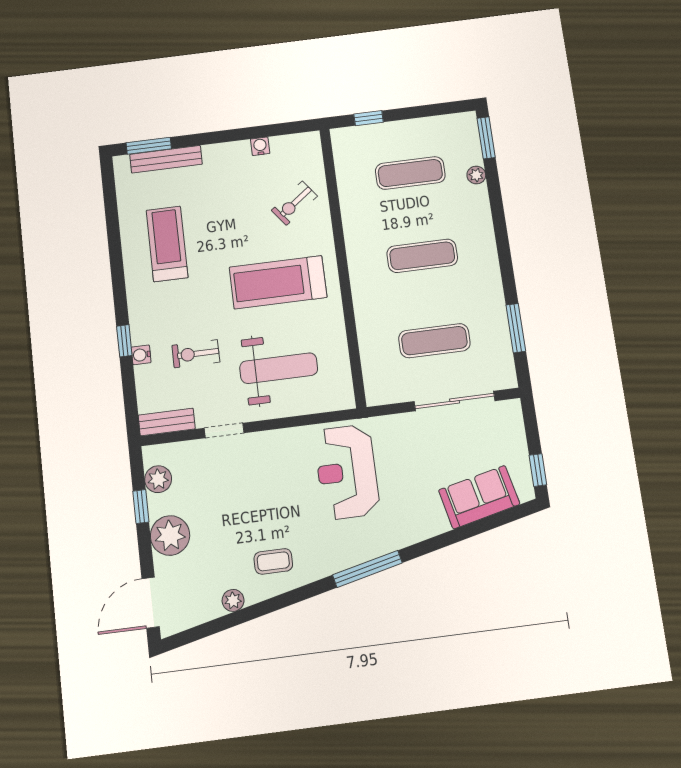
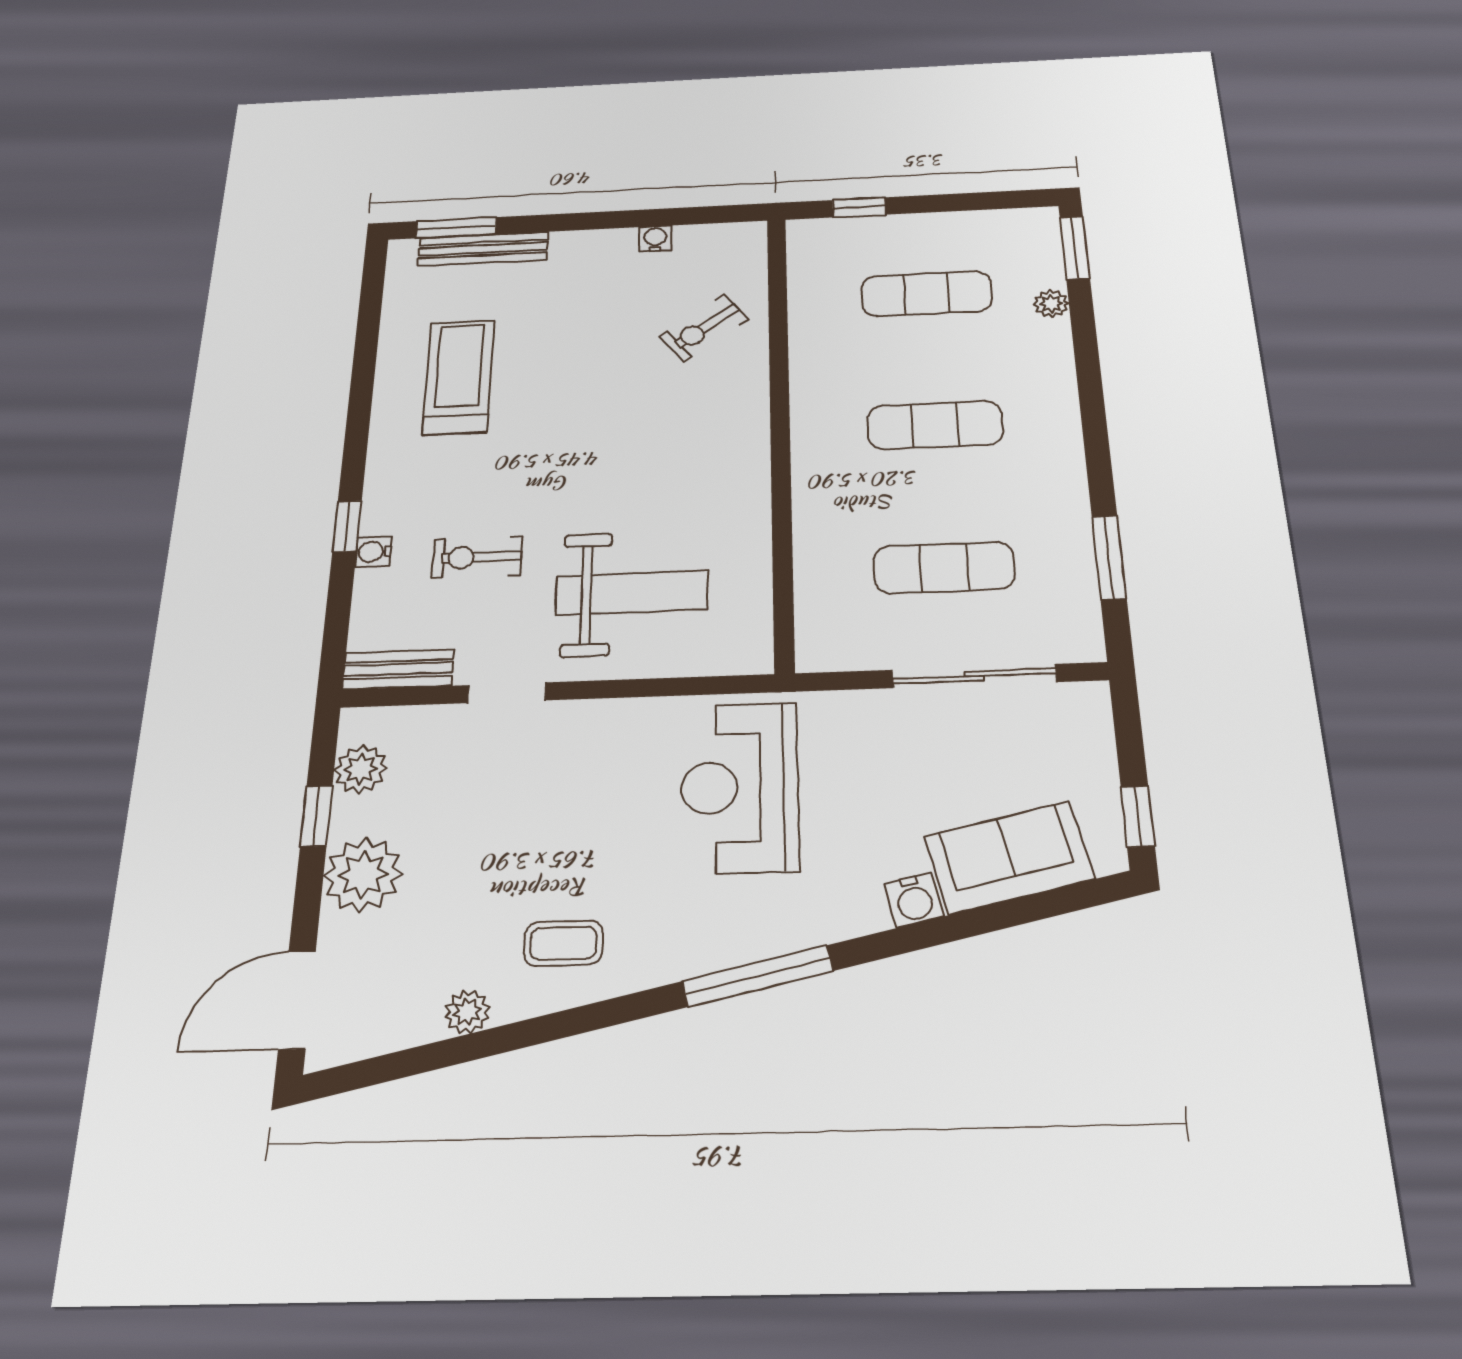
treadmill: (278, 282) -> (654, 450), removed
water cooler: (436, 523) -> (914, 900), added

